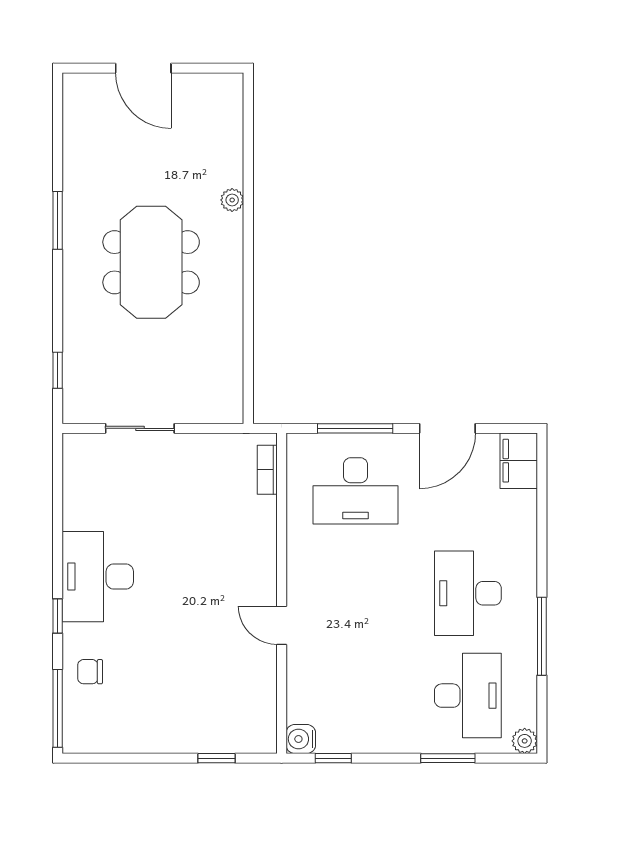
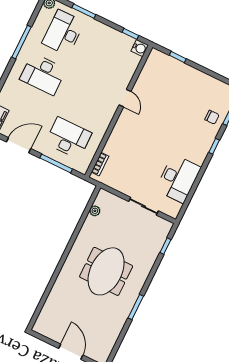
plant: (232, 200) -> (95, 211), moved
desk: (98, 577) -> (178, 179), moved
desk: (468, 593) -> (43, 74), turned 90

